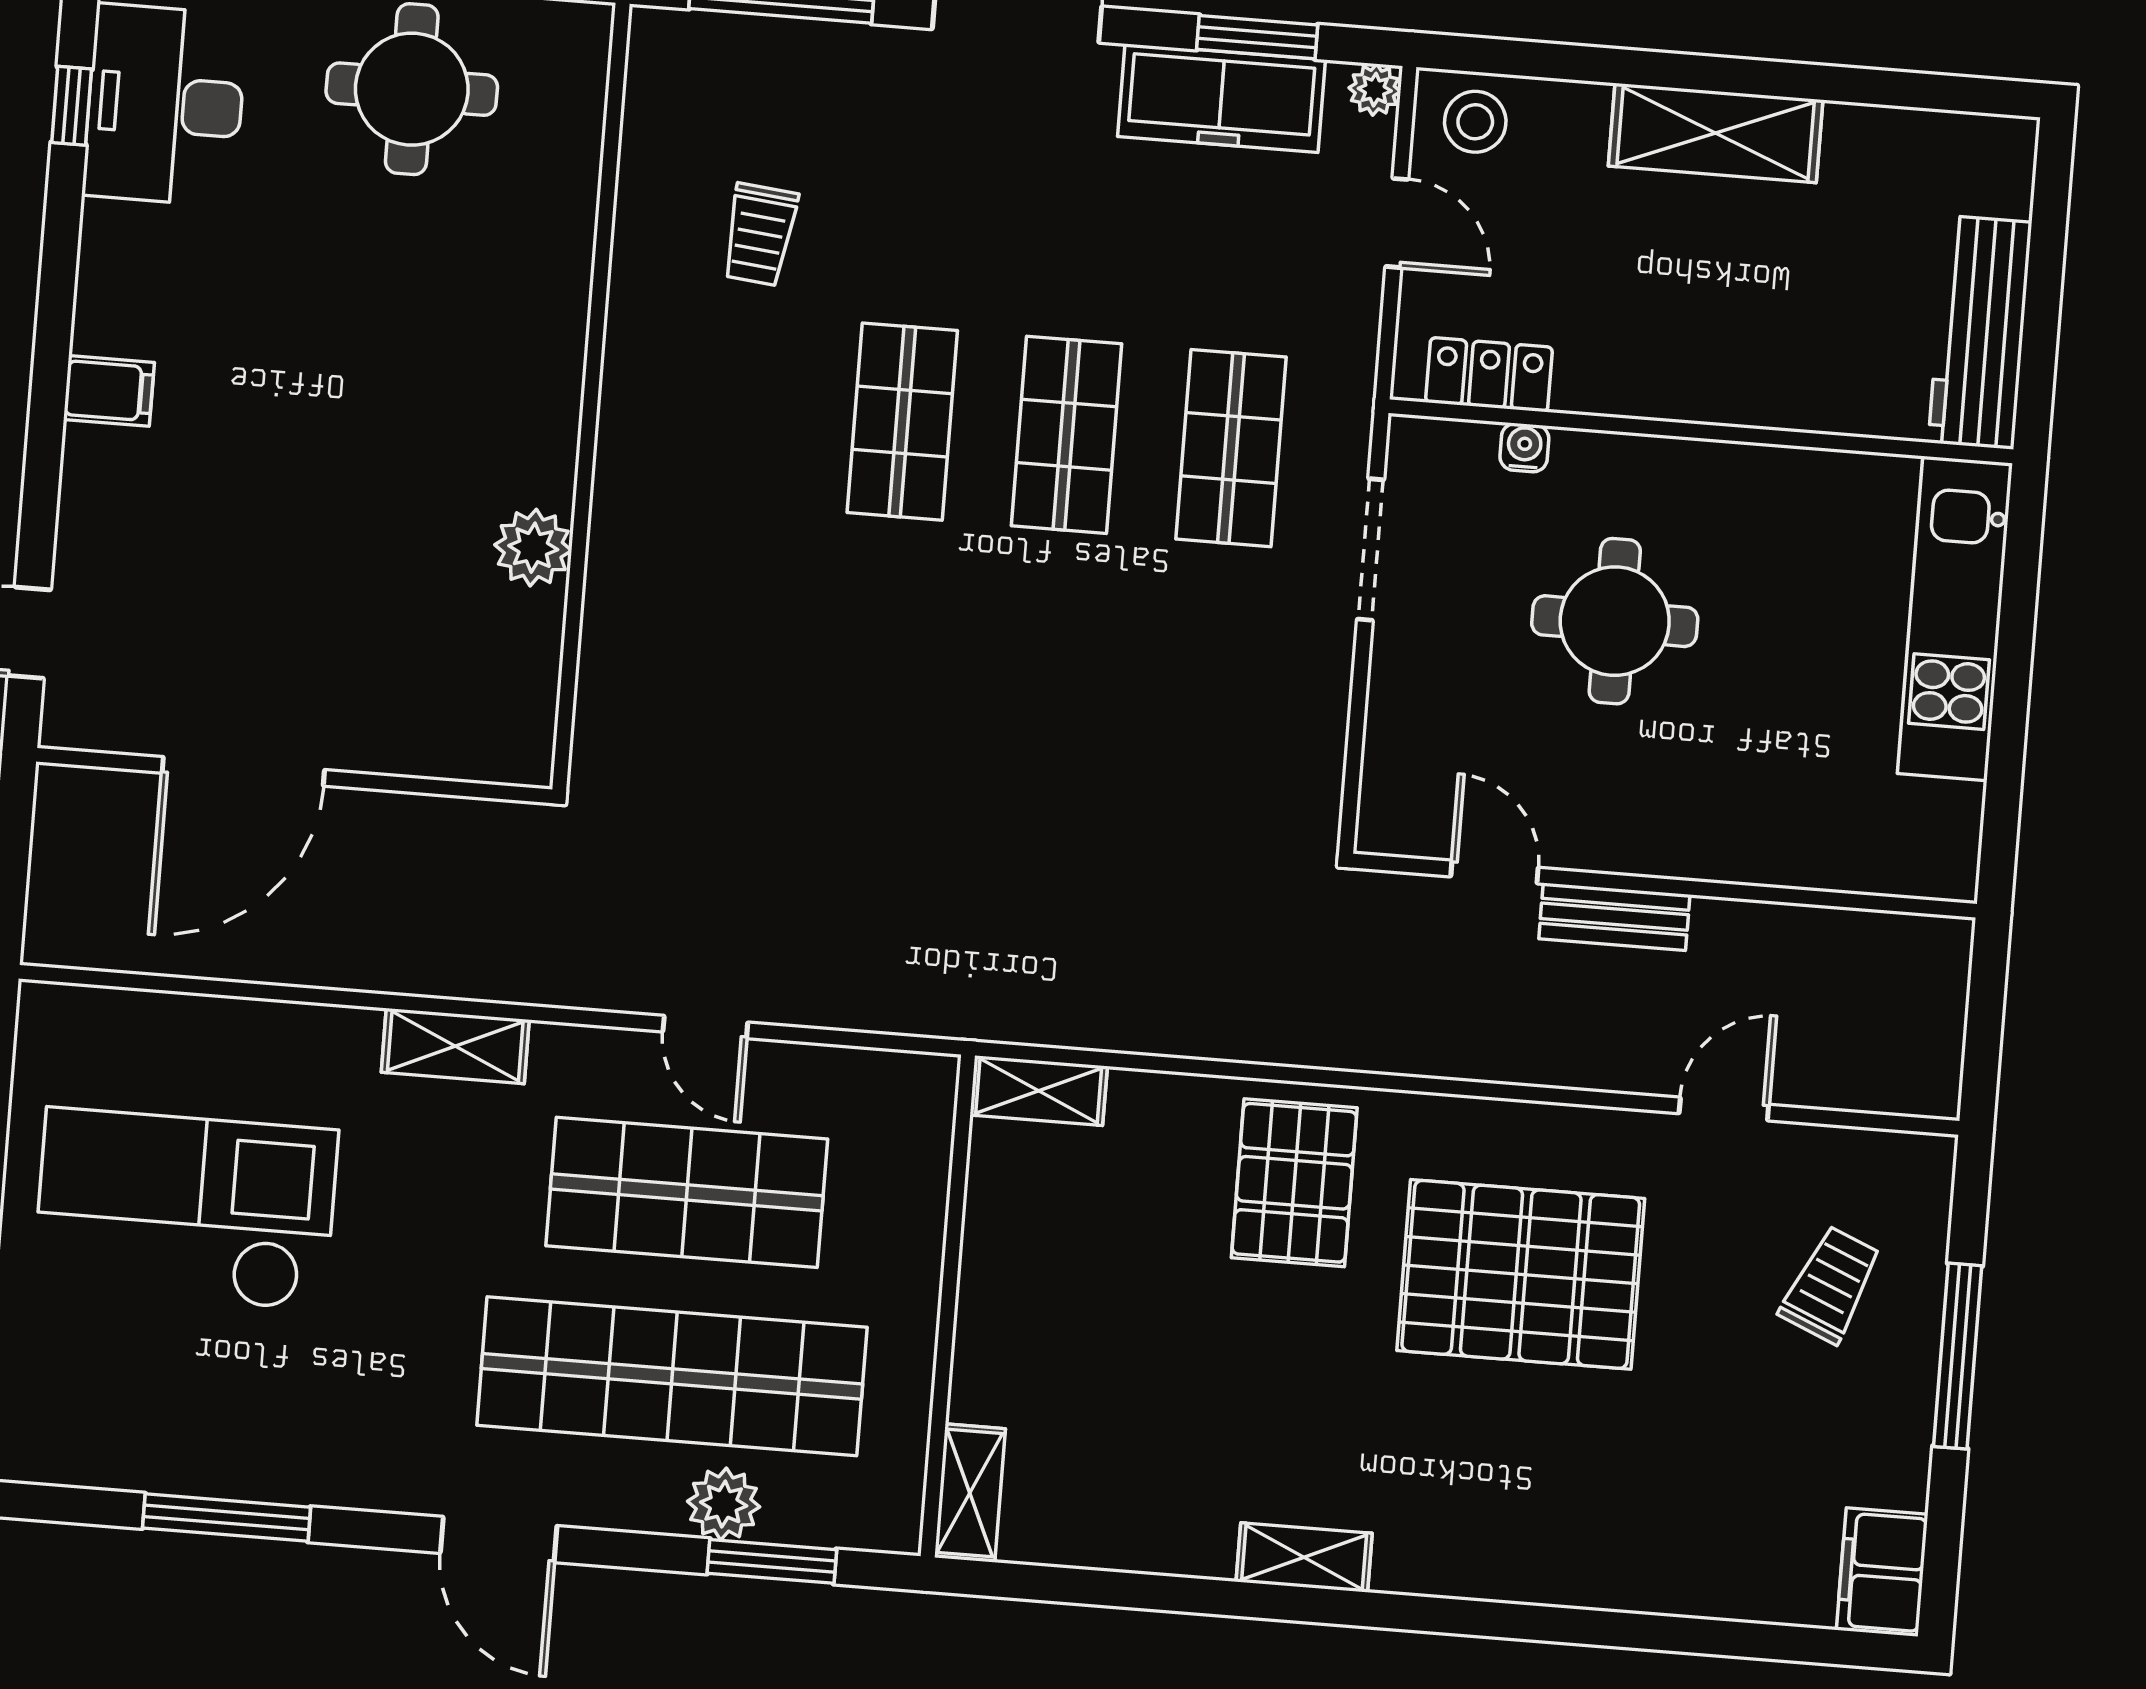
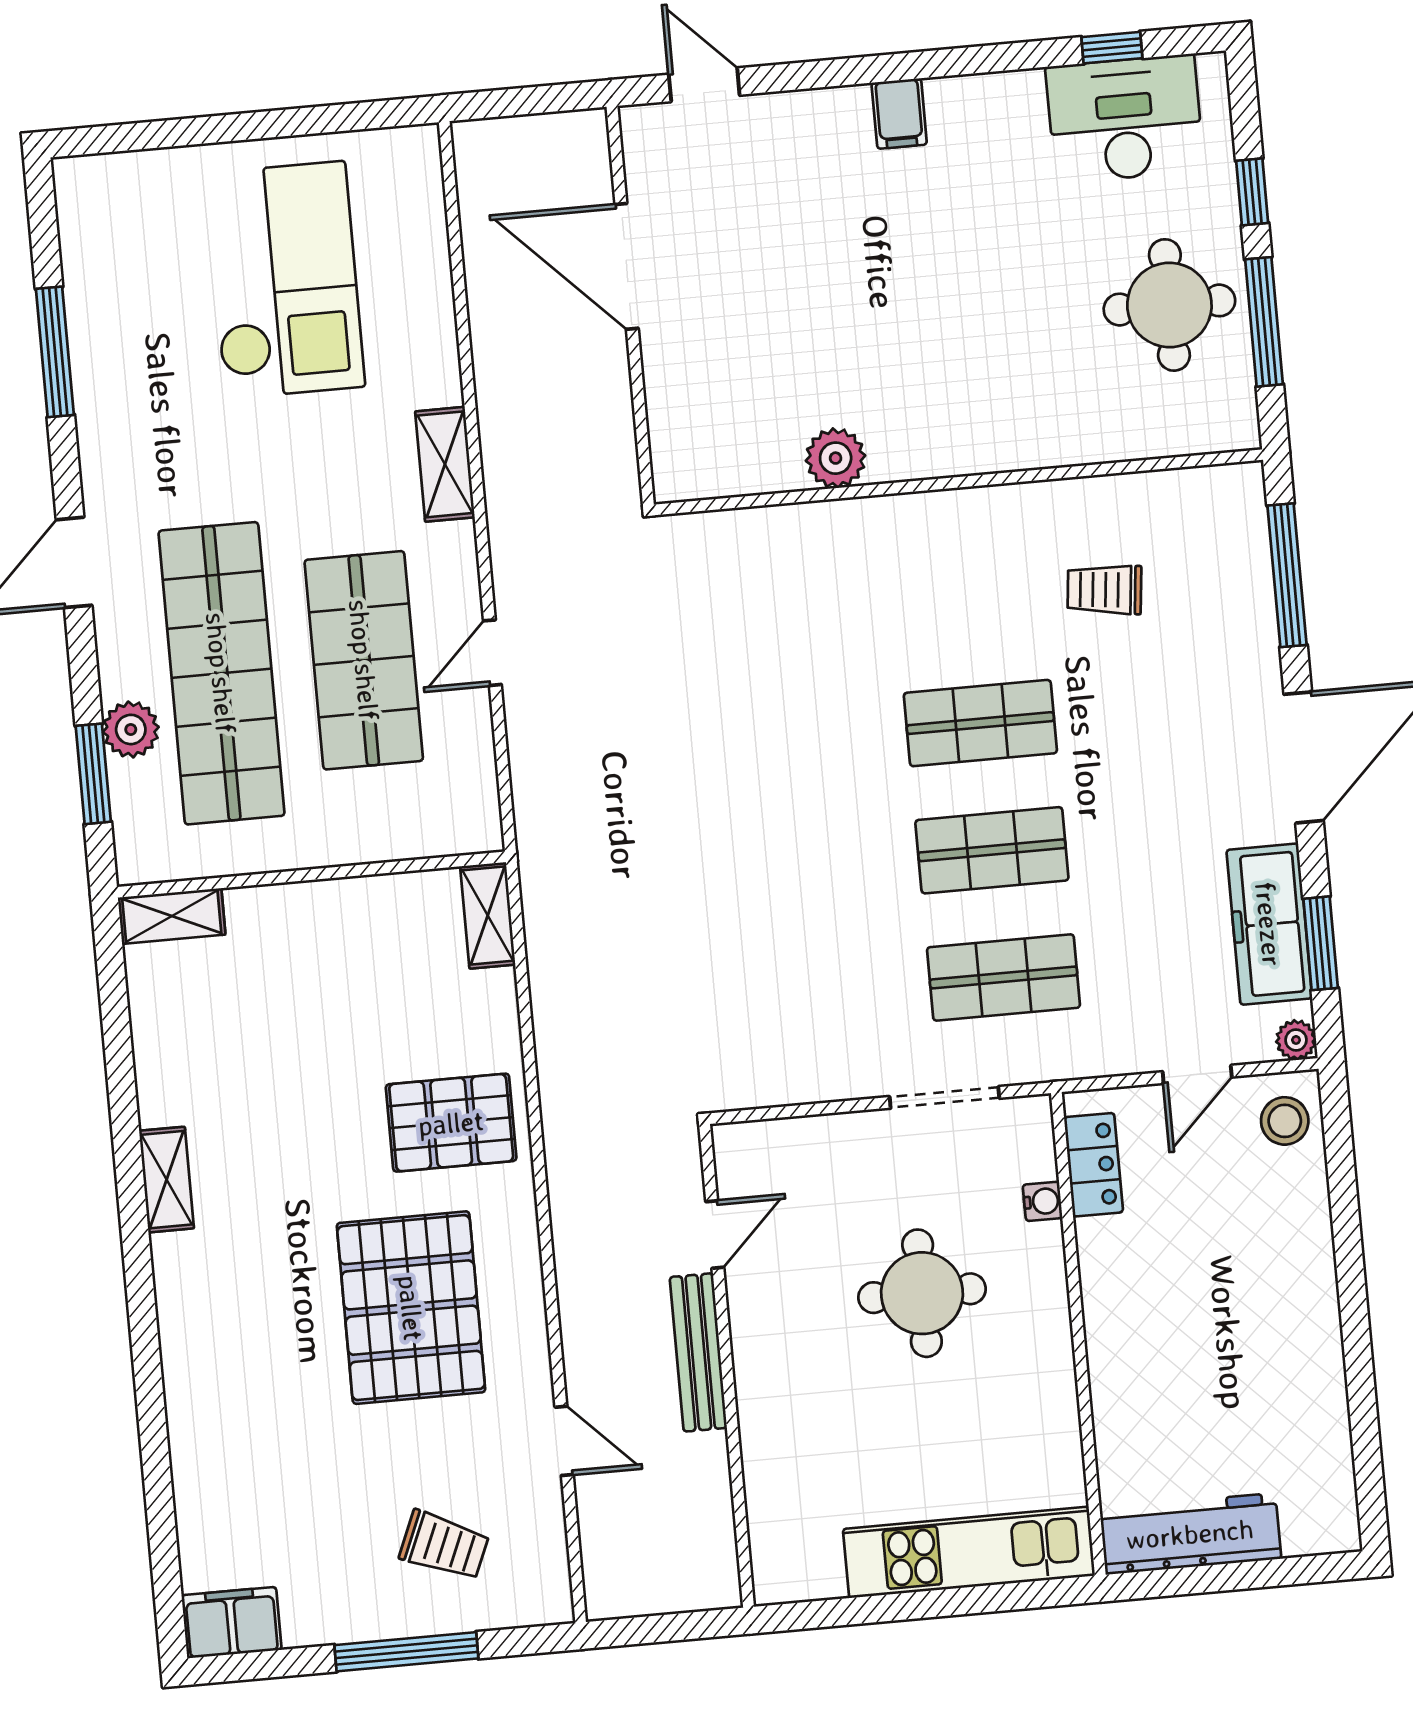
shelving: (1716, 133) -> (1308, 1306), removed
bench: (1614, 917) -> (698, 1352), width x1.36

